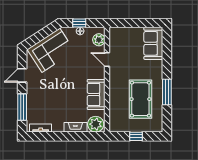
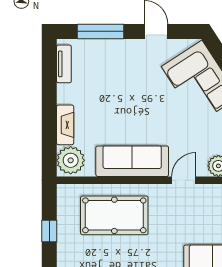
sofa: (96, 94) -> (132, 161), width x1.36
pool table: (140, 99) -> (114, 215), moved

